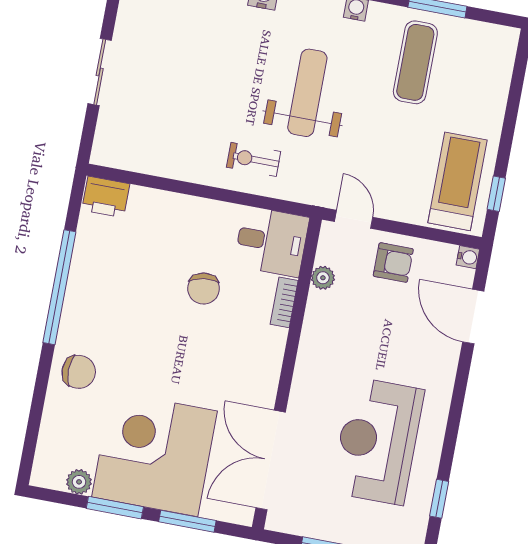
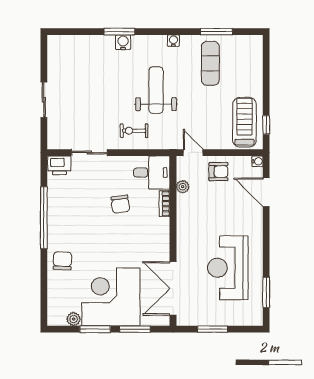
sliding door: (164, 184) -> (89, 153), added
chair: (79, 372) -> (62, 261), turned -88
window: (439, 499) -> (266, 292), width x1.50

